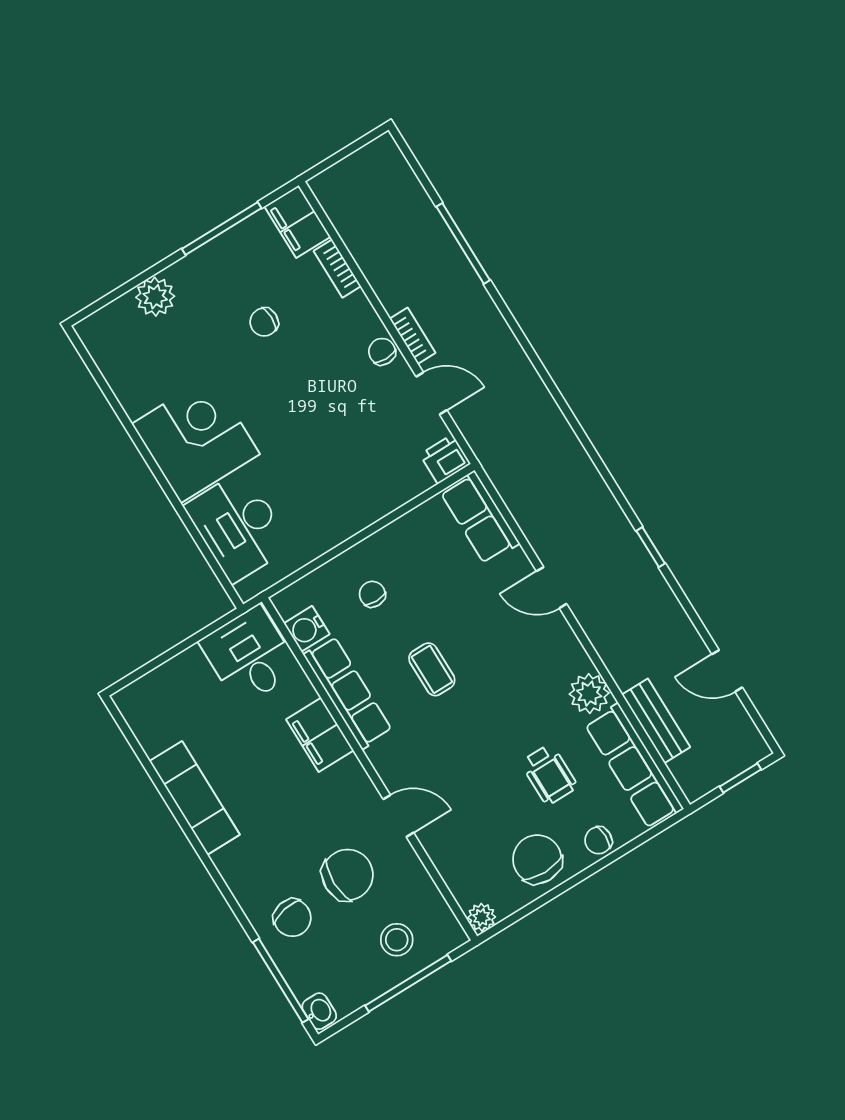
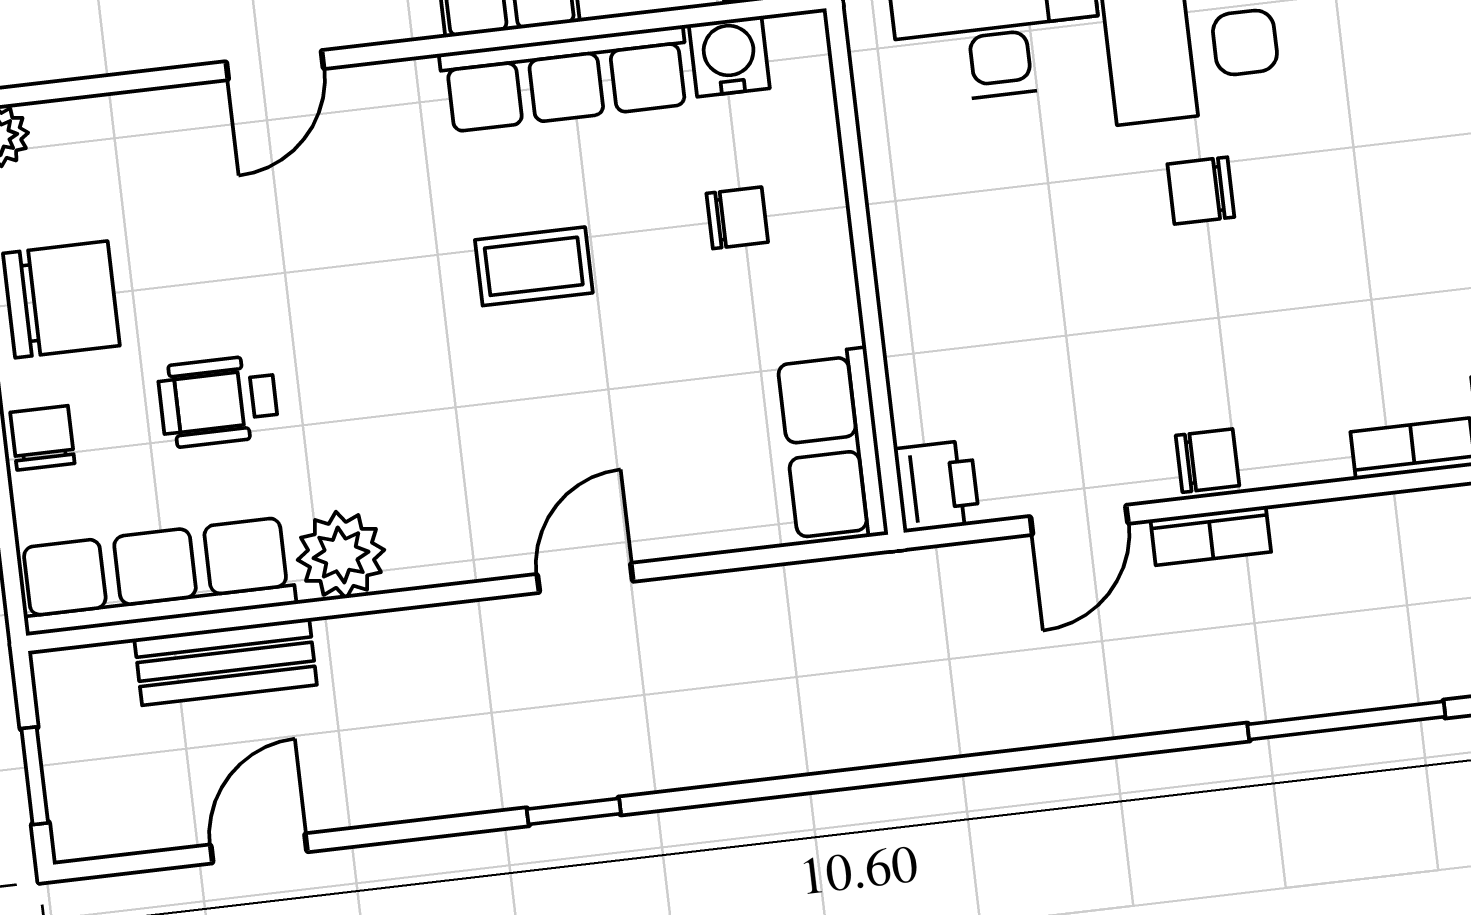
chair: (264, 322) -> (1201, 191), moved, turned -90
row of seats: (480, 518) -> (832, 446), moved, turned -90

